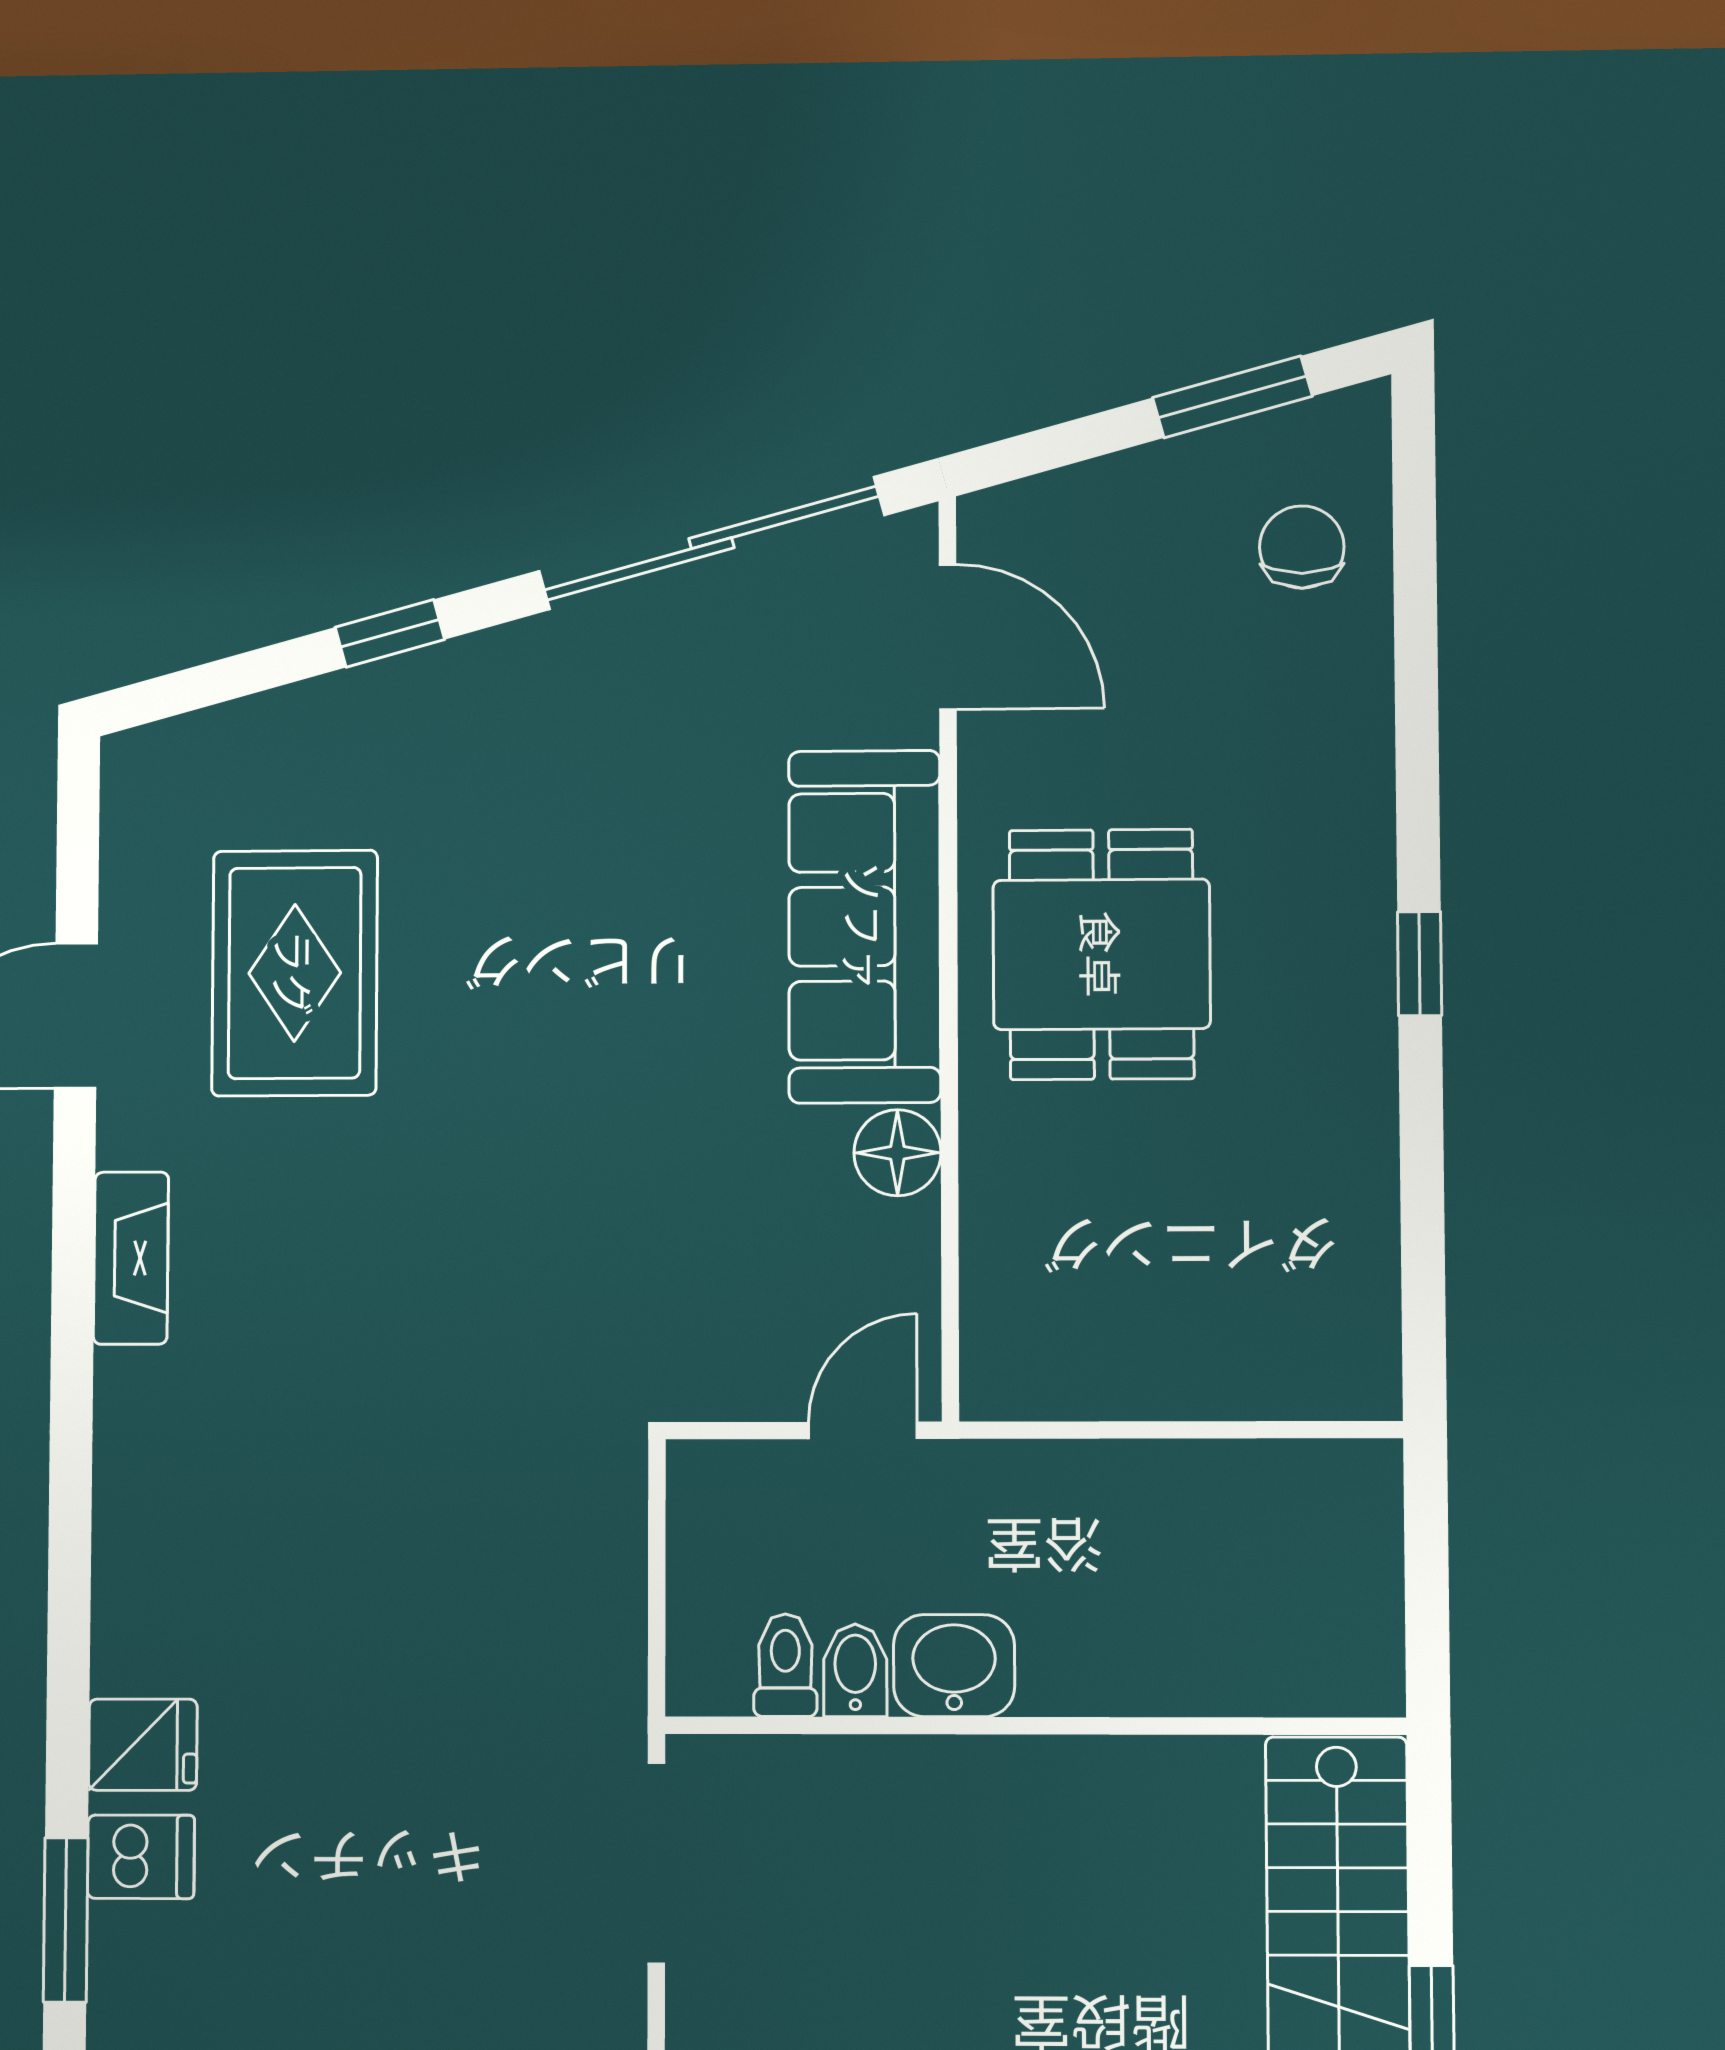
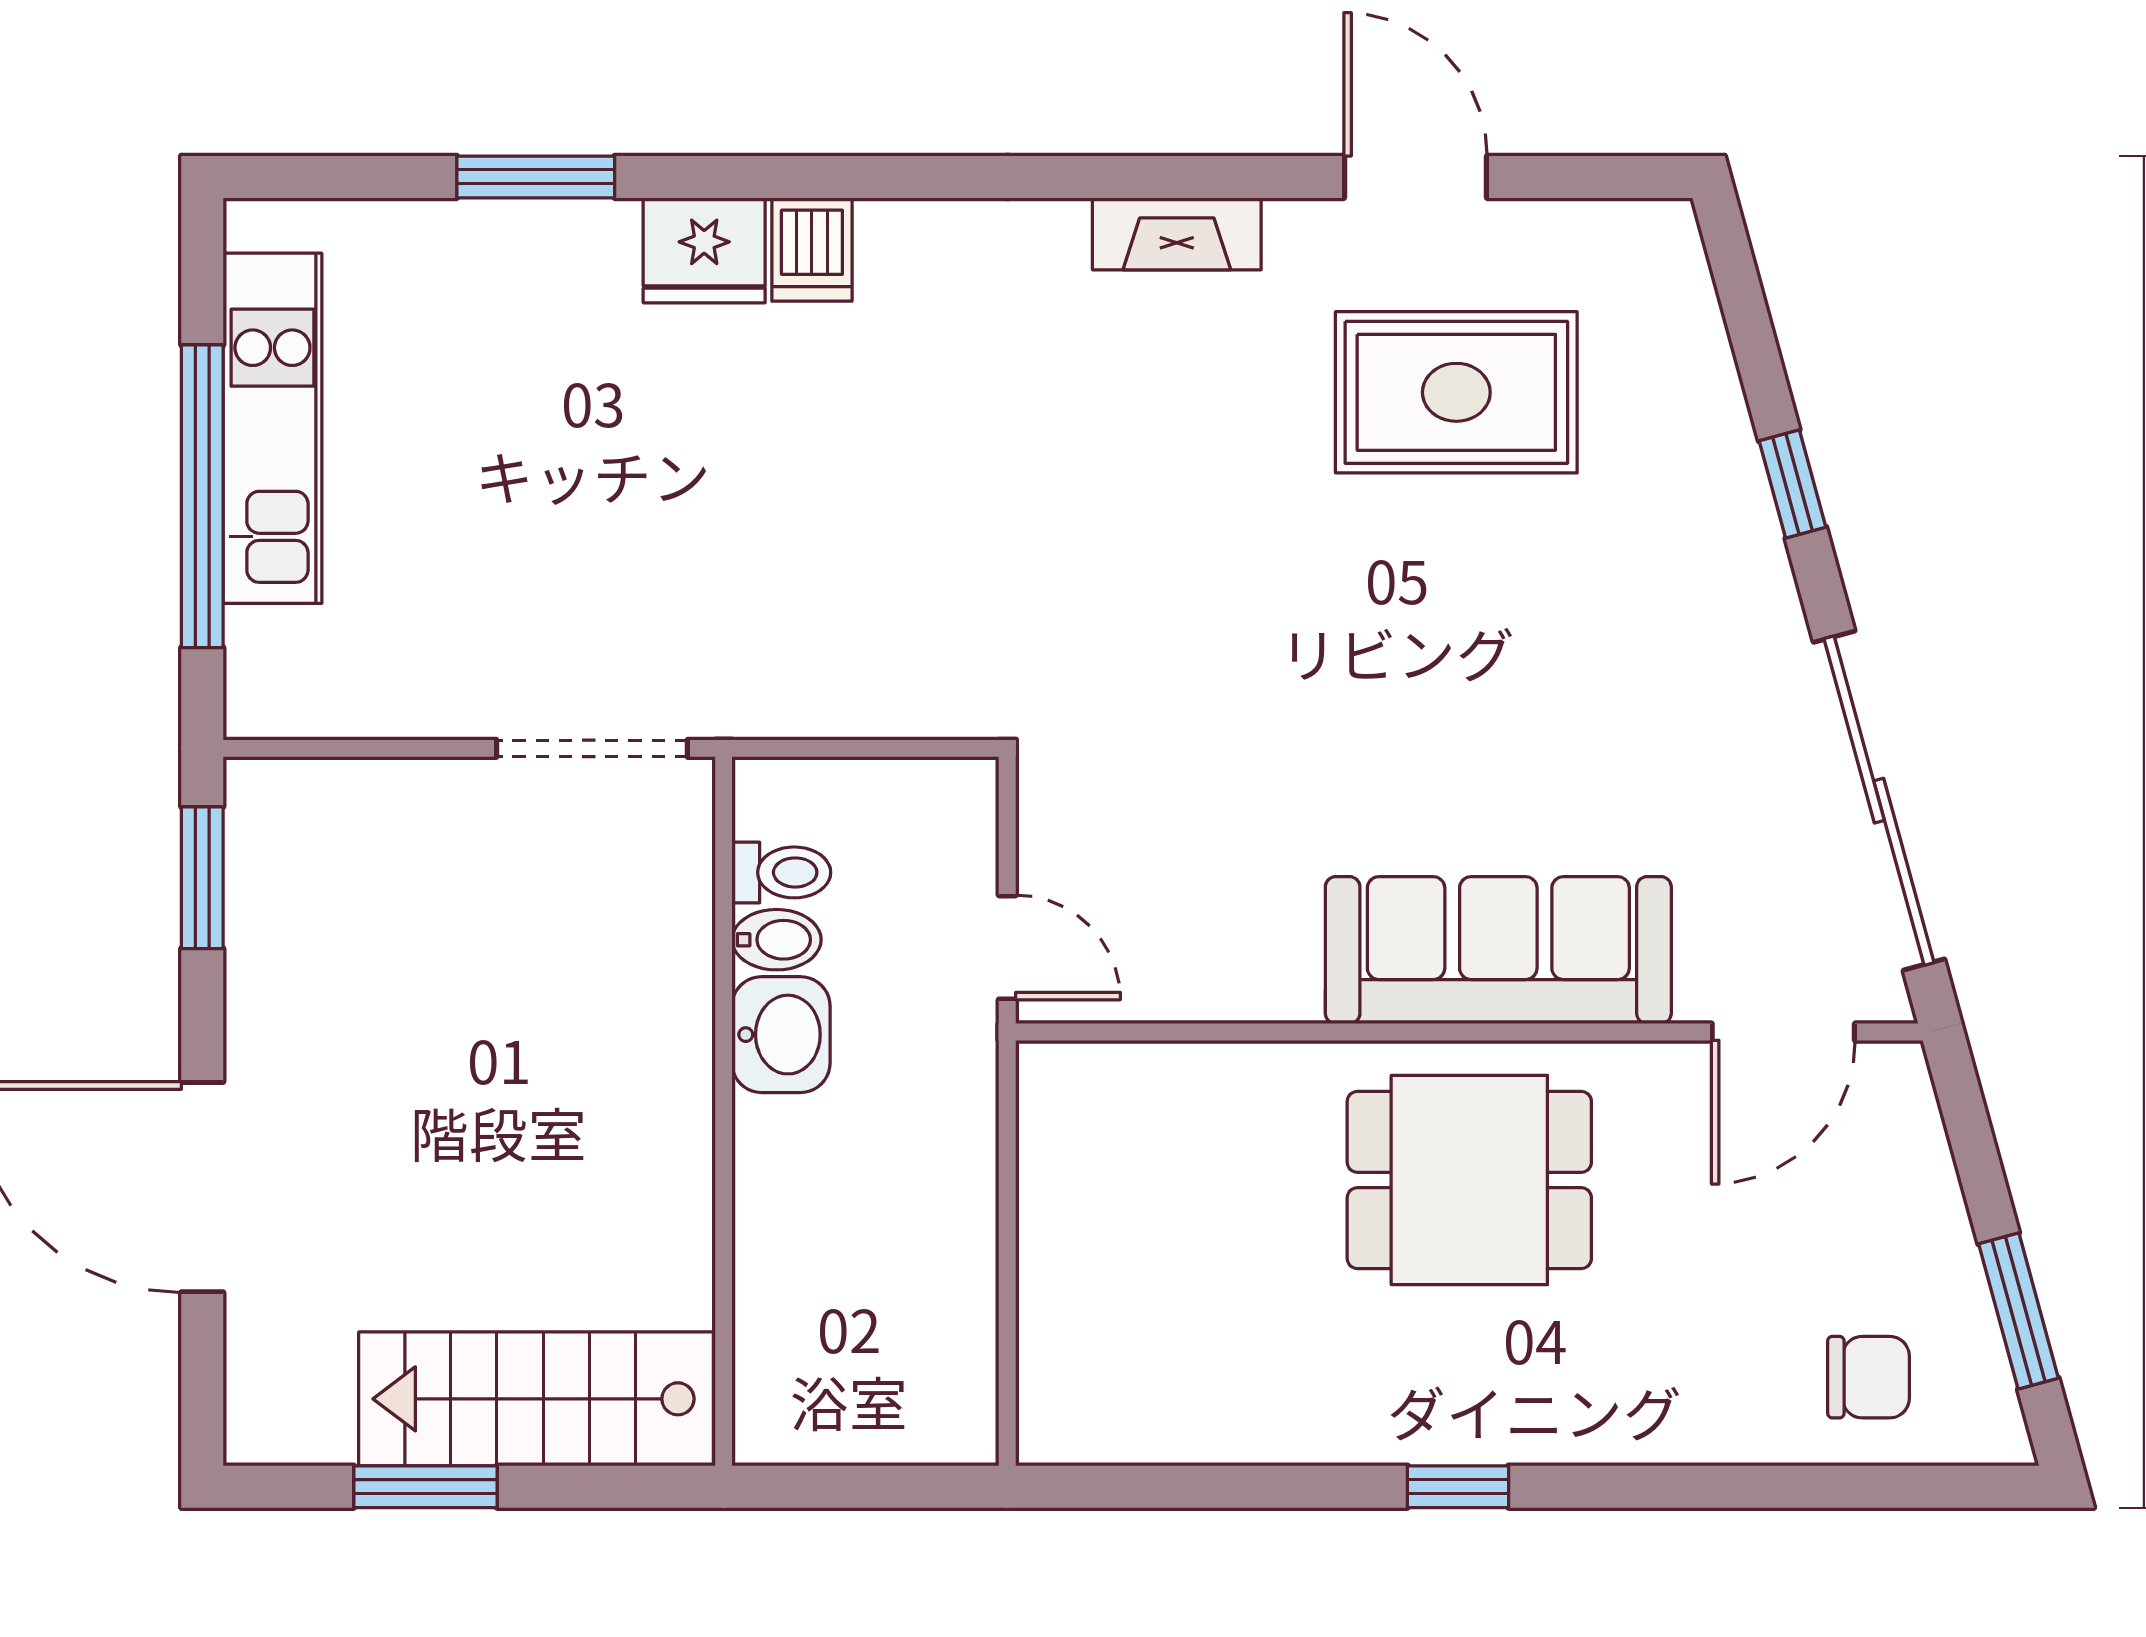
floor lamp: (897, 1153) -> (1277, 982), removed
fridge: (143, 1745) -> (704, 250), width x1.38
dishwasher: (141, 1857) -> (812, 249), moved

